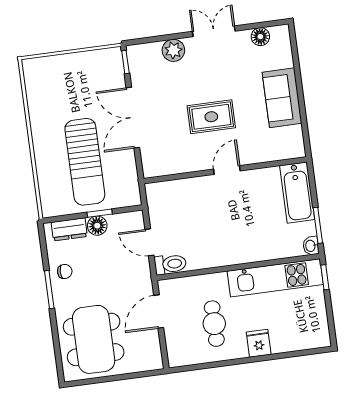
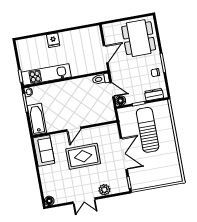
floor lamp: (260, 37) -> (49, 201), moved
sofa: (282, 98) -> (44, 151), moved
rug: (211, 117) -> (83, 156), width x1.36, depth x1.43
floor lamp: (97, 226) -> (120, 101), moved
cafe table: (214, 324) -> (77, 49), removed

